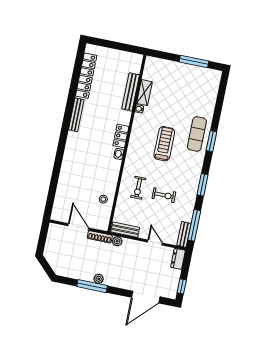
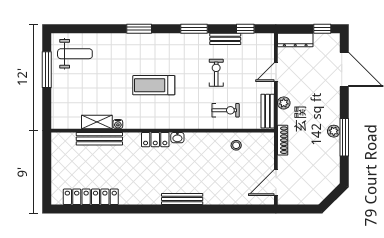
weight bench: (202, 86) -> (75, 54), added
bench: (76, 115) -> (182, 199), moved
exercise mat: (197, 134) -> (134, 48), removed
exercise bike: (138, 188) -> (226, 110), moved
window: (194, 225) -> (245, 29), width x0.46
door: (78, 227) -> (276, 182), moved
bench: (184, 234) -> (225, 39), moved
plant: (117, 241) -> (284, 103), moved
dresser: (178, 259) -> (295, 40), width x1.44

